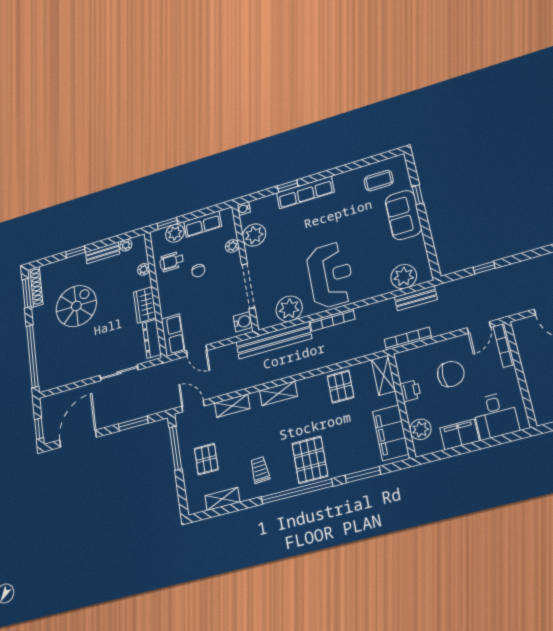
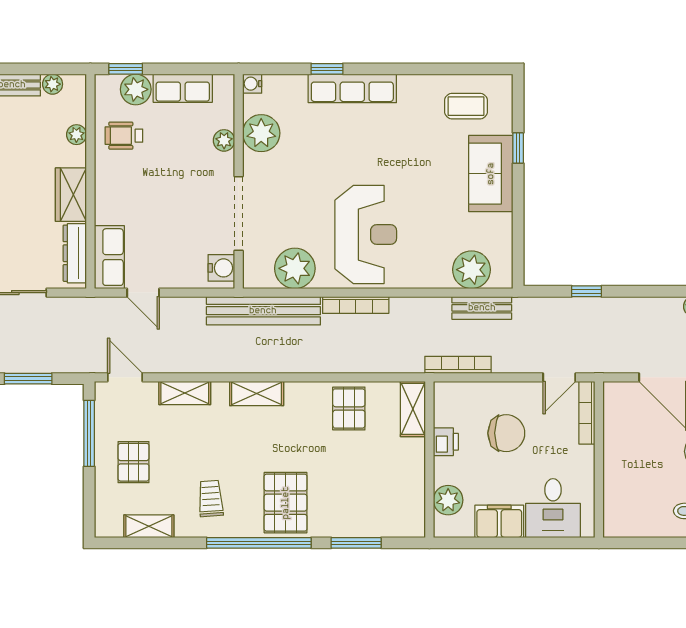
chair: (198, 271) -> (165, 164), removed
filing cabinet: (391, 433) -> (406, 494), removed

